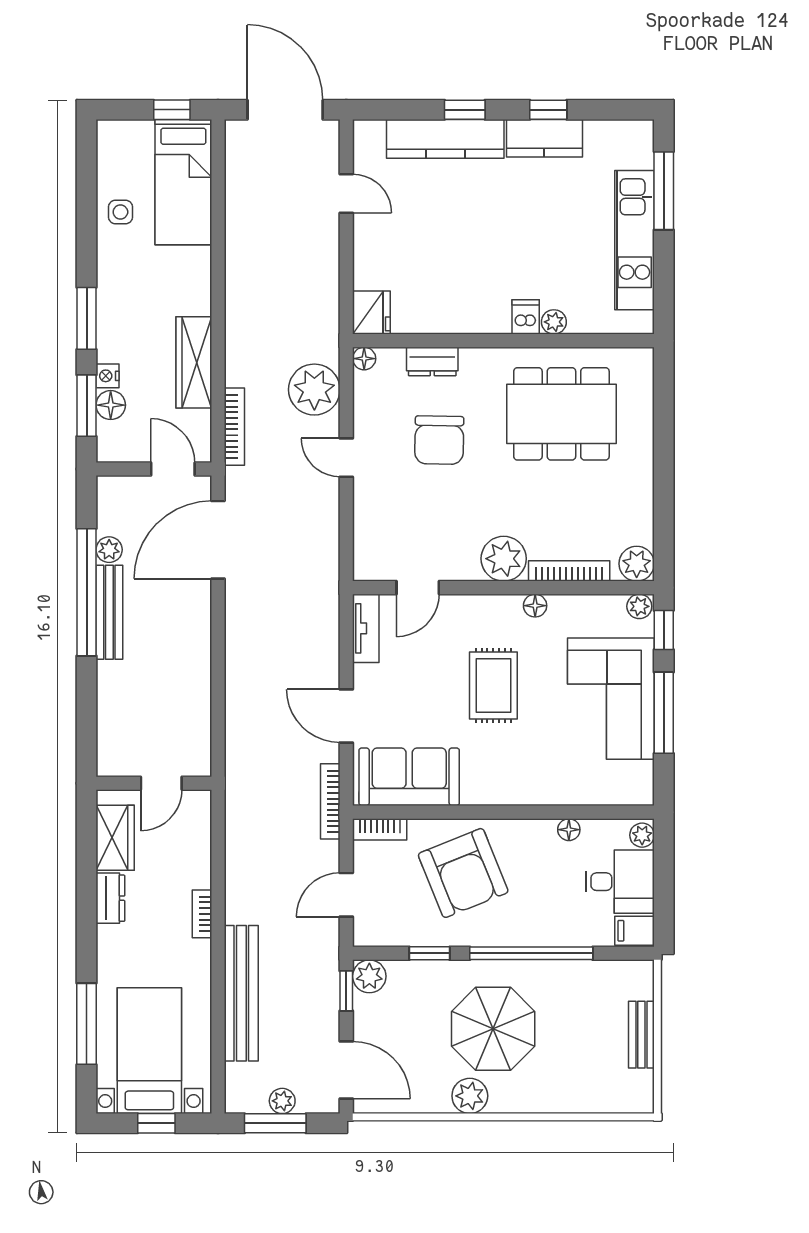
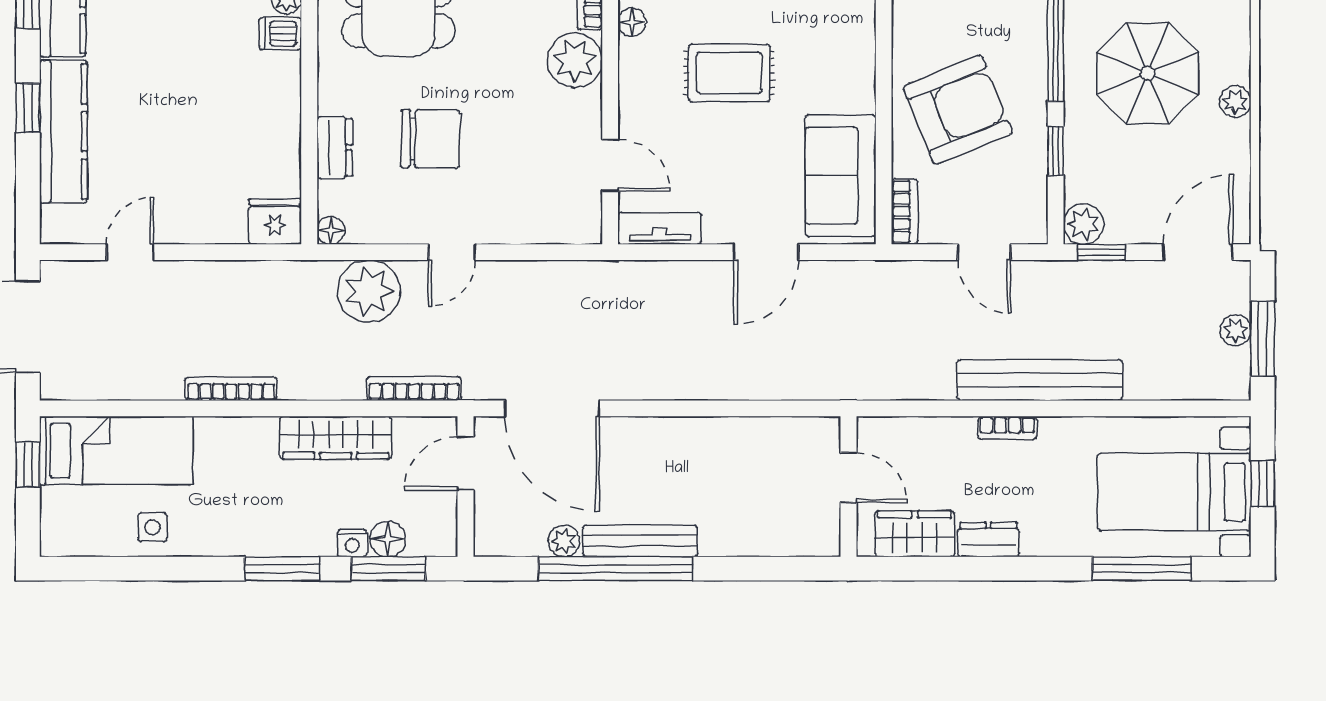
bookcase: (330, 801) -> (231, 389), moved, turned 180
bench: (241, 993) -> (1040, 380), moved
plant: (470, 1096) -> (1235, 102), width x0.73, depth x0.73

